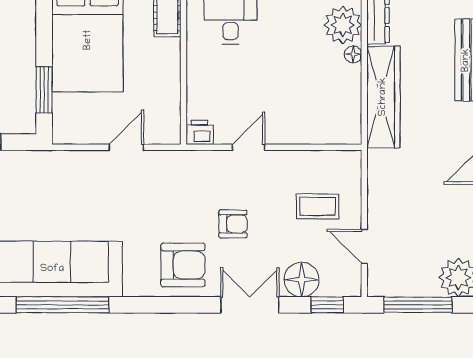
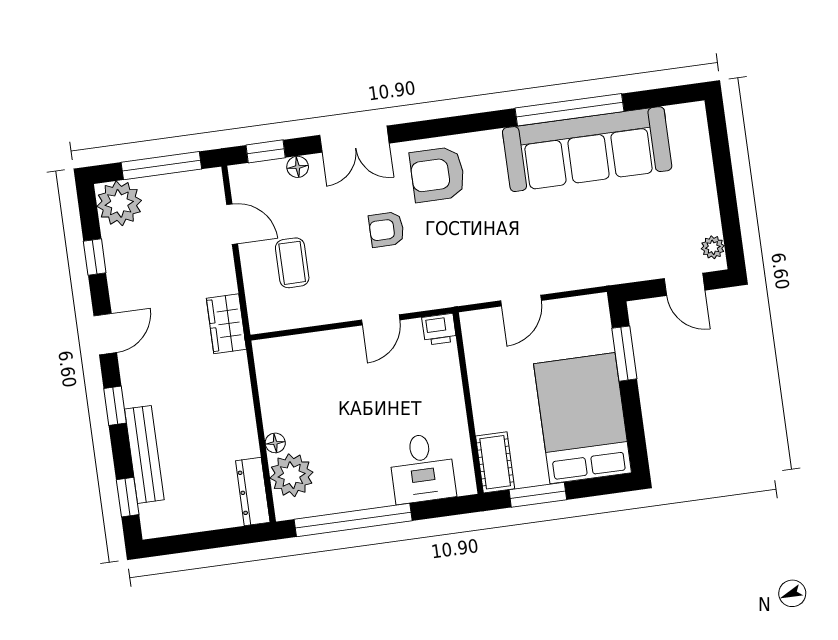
wardrobe: (383, 97) -> (226, 324), moved, width x0.48, depth x0.85
coffee table: (318, 206) -> (292, 263), turned 90
floor lamp: (302, 280) -> (298, 167), width x0.53, depth x0.53

